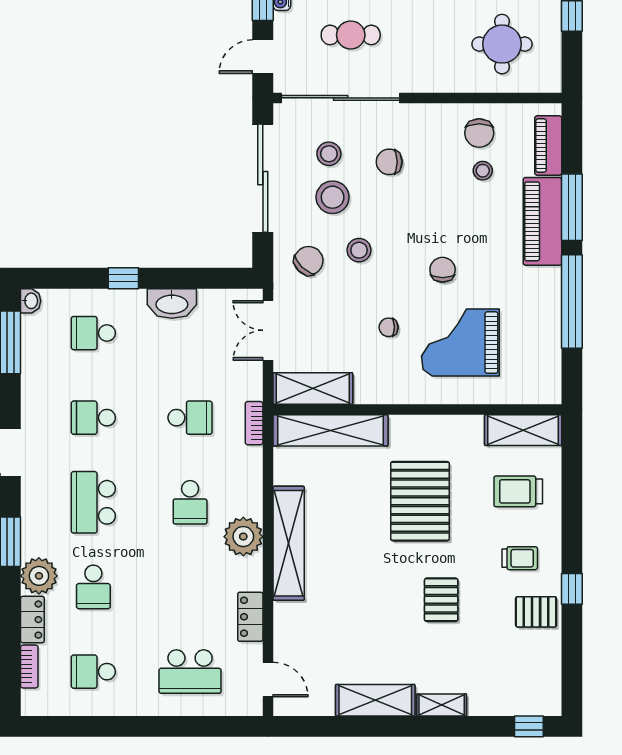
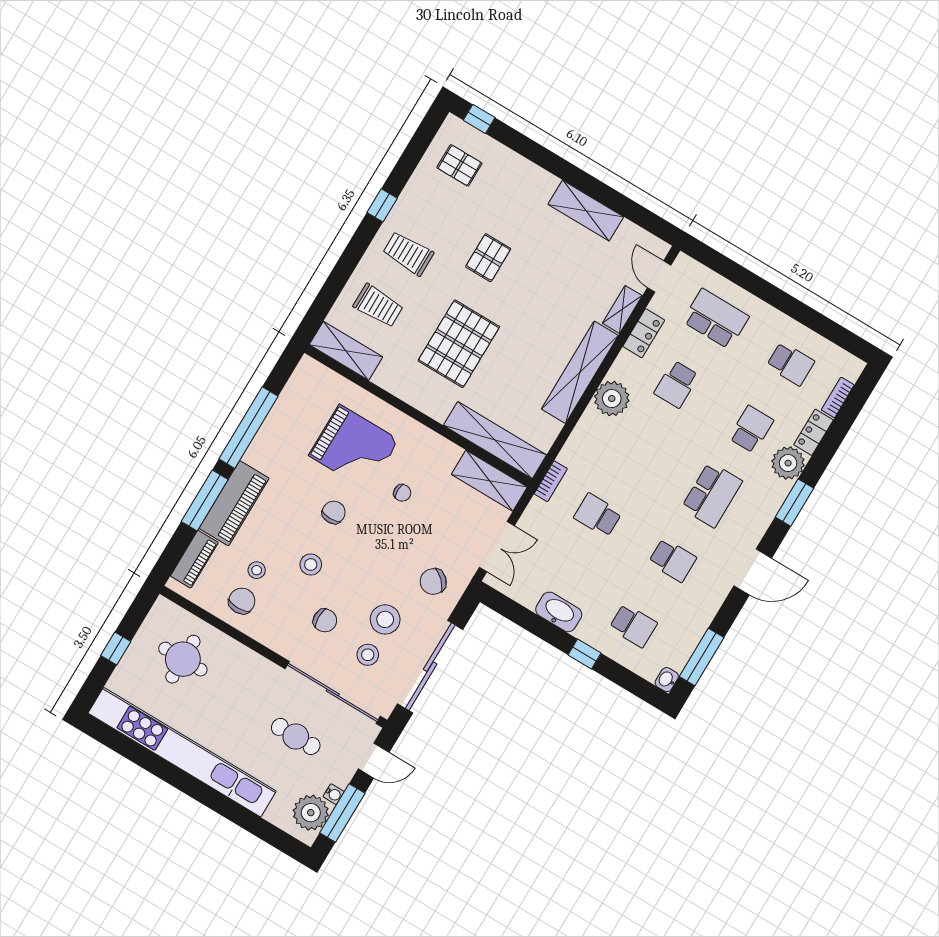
stool: (359, 250) -> (311, 565), moved
chair: (443, 270) -> (334, 512), turned 180
school desk: (190, 502) -> (676, 384), moved, turned 180
trolley: (520, 558) -> (408, 253), width x1.36, depth x1.39
pallet: (536, 612) -> (459, 165), moved
shelving: (442, 705) -> (622, 309), moved, turned 90

